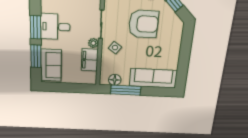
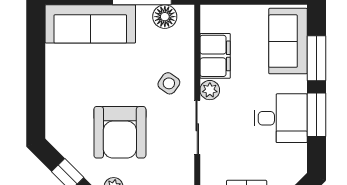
armchair: (143, 24) -> (120, 132), turned -90

